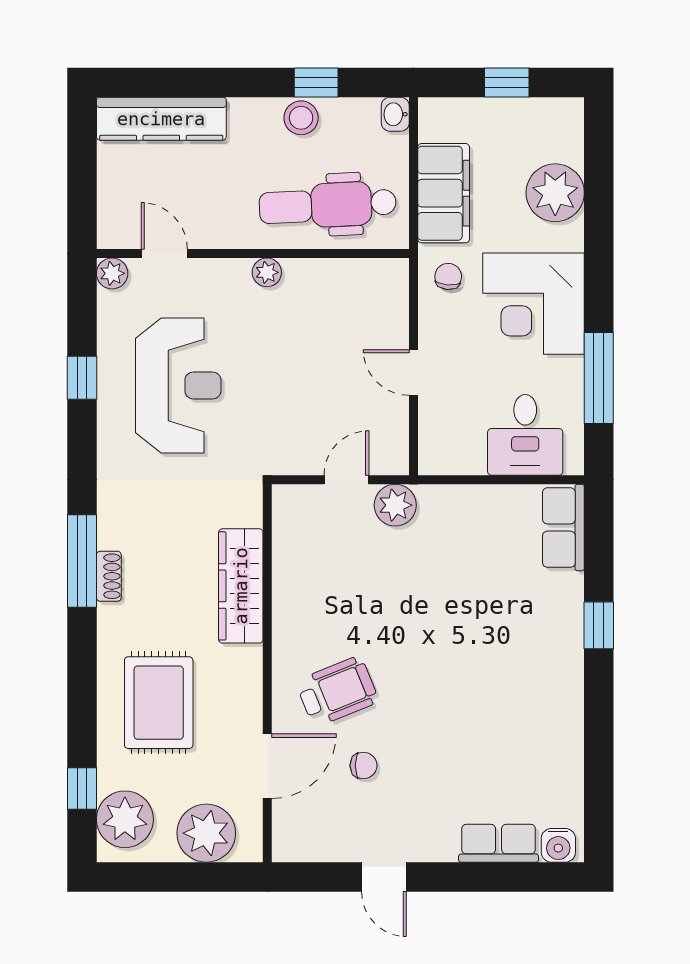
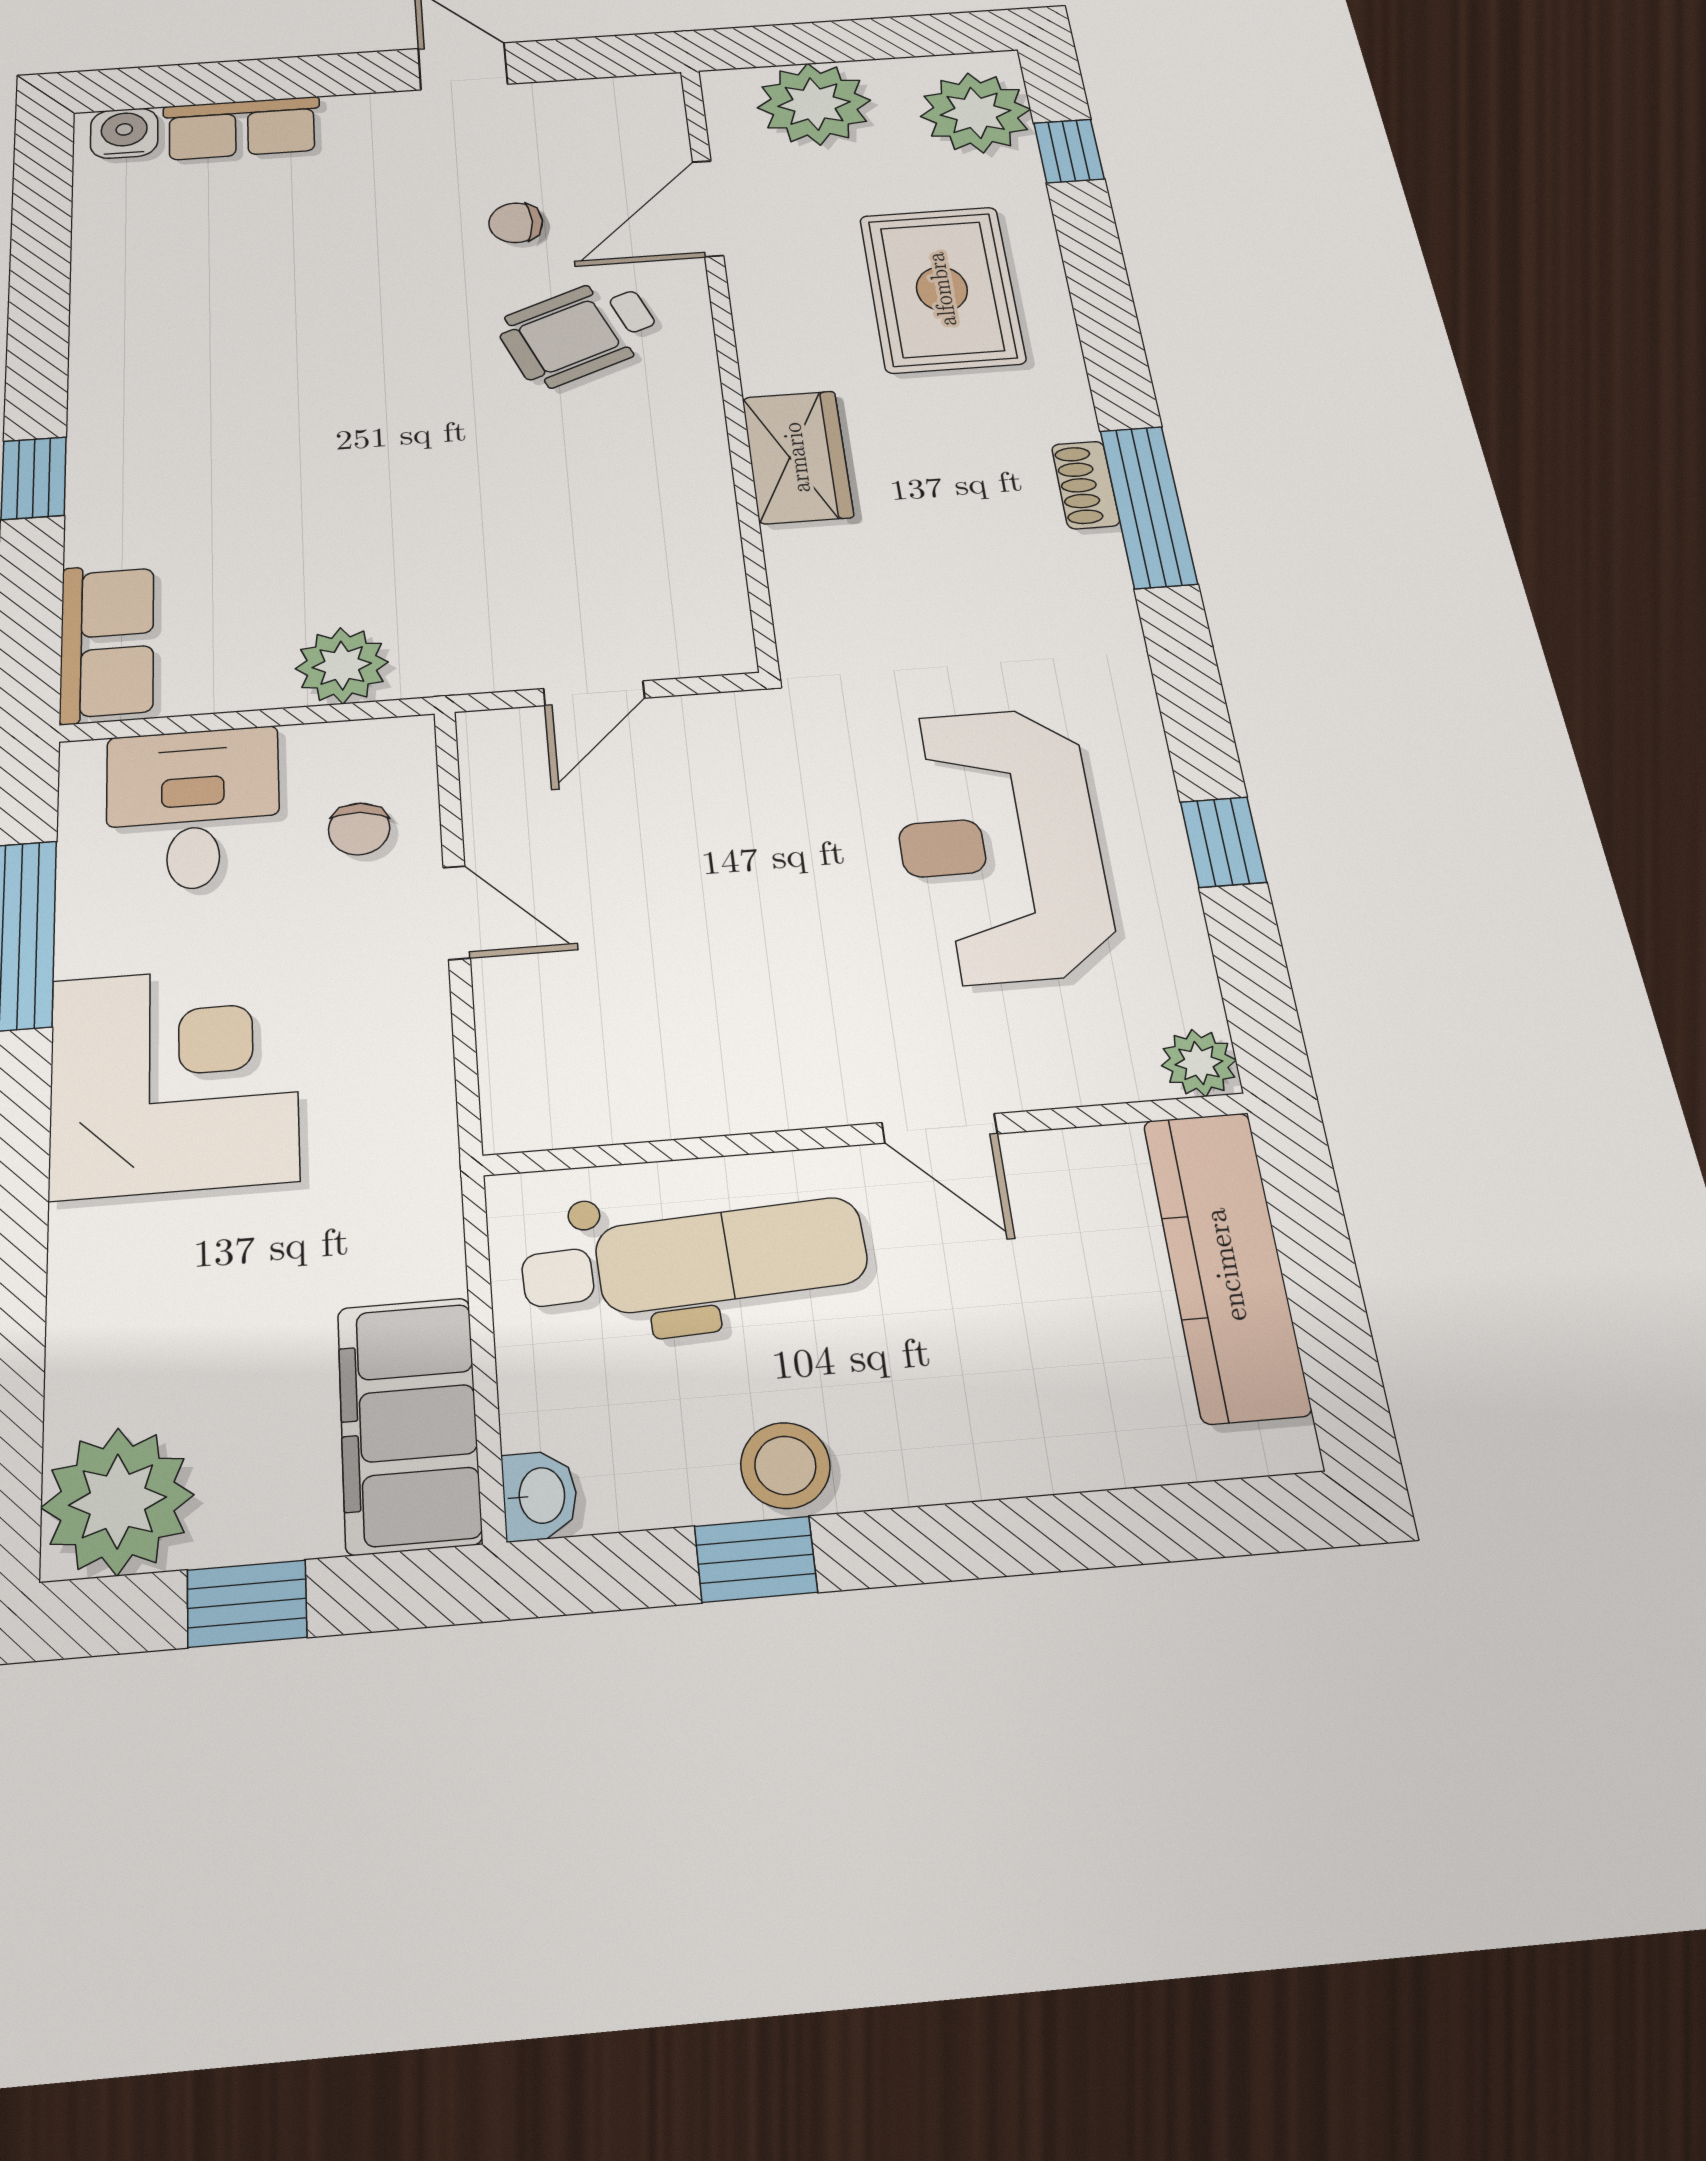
kitchen counter: (161, 119) -> (1226, 1264), moved, turned -90
filing cabinet: (444, 193) -> (409, 1424), moved
plant: (555, 193) -> (118, 1501), moved
door: (164, 253) -> (940, 1128), moved
plant: (267, 272) -> (826, 1095), removed
chair: (448, 276) -> (359, 829), moved
plant: (395, 505) -> (342, 665), moved
wardrobe: (241, 586) -> (797, 457), width x0.67

